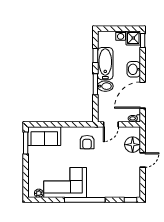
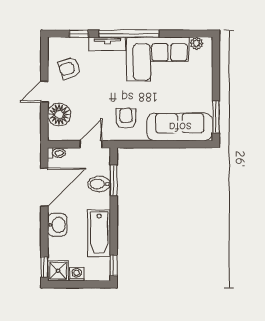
window: (95, 55) -> (114, 265), moved
window: (95, 84) -> (114, 180), moved
bidet: (105, 86) -> (99, 184), moved
sofa: (44, 136) -> (180, 127), width x1.36
armchair: (126, 176) -> (69, 68), added
tv unit: (100, 193) -> (107, 44), added
window: (131, 200) -> (79, 34), moved

